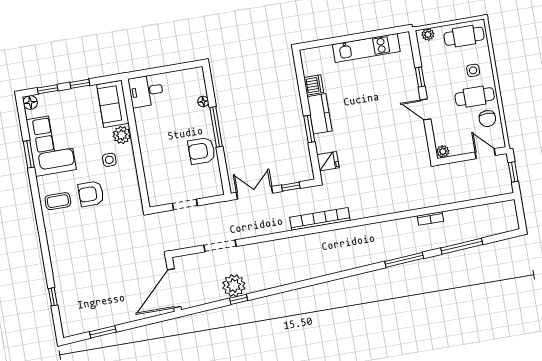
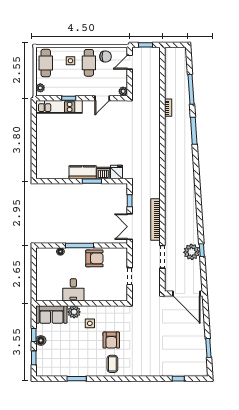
kitchen unit: (366, 48) -> (59, 107), moved, turned 90
dishwasher: (314, 85) -> (103, 173), moved
desk: (146, 91) -> (73, 290), moved
floor lamp: (30, 102) -> (41, 340), moved
door: (426, 109) -> (102, 98), moved
corner sofa: (51, 145) -> (72, 362), removed
armchair: (202, 151) -> (94, 258), turned -90
bookcase: (320, 219) -> (155, 220), moved

